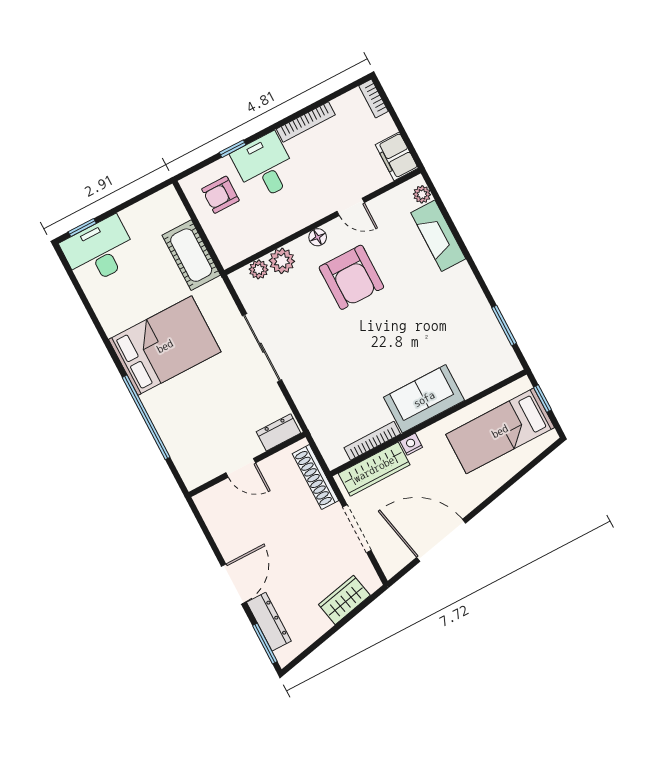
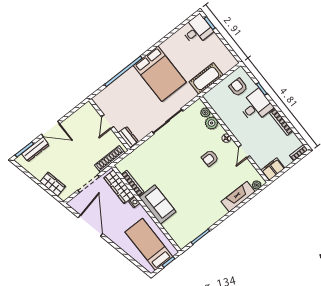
desk: (99, 251) -> (197, 30), width x0.73
armchair: (351, 277) -> (210, 158), width x0.53, depth x0.53

